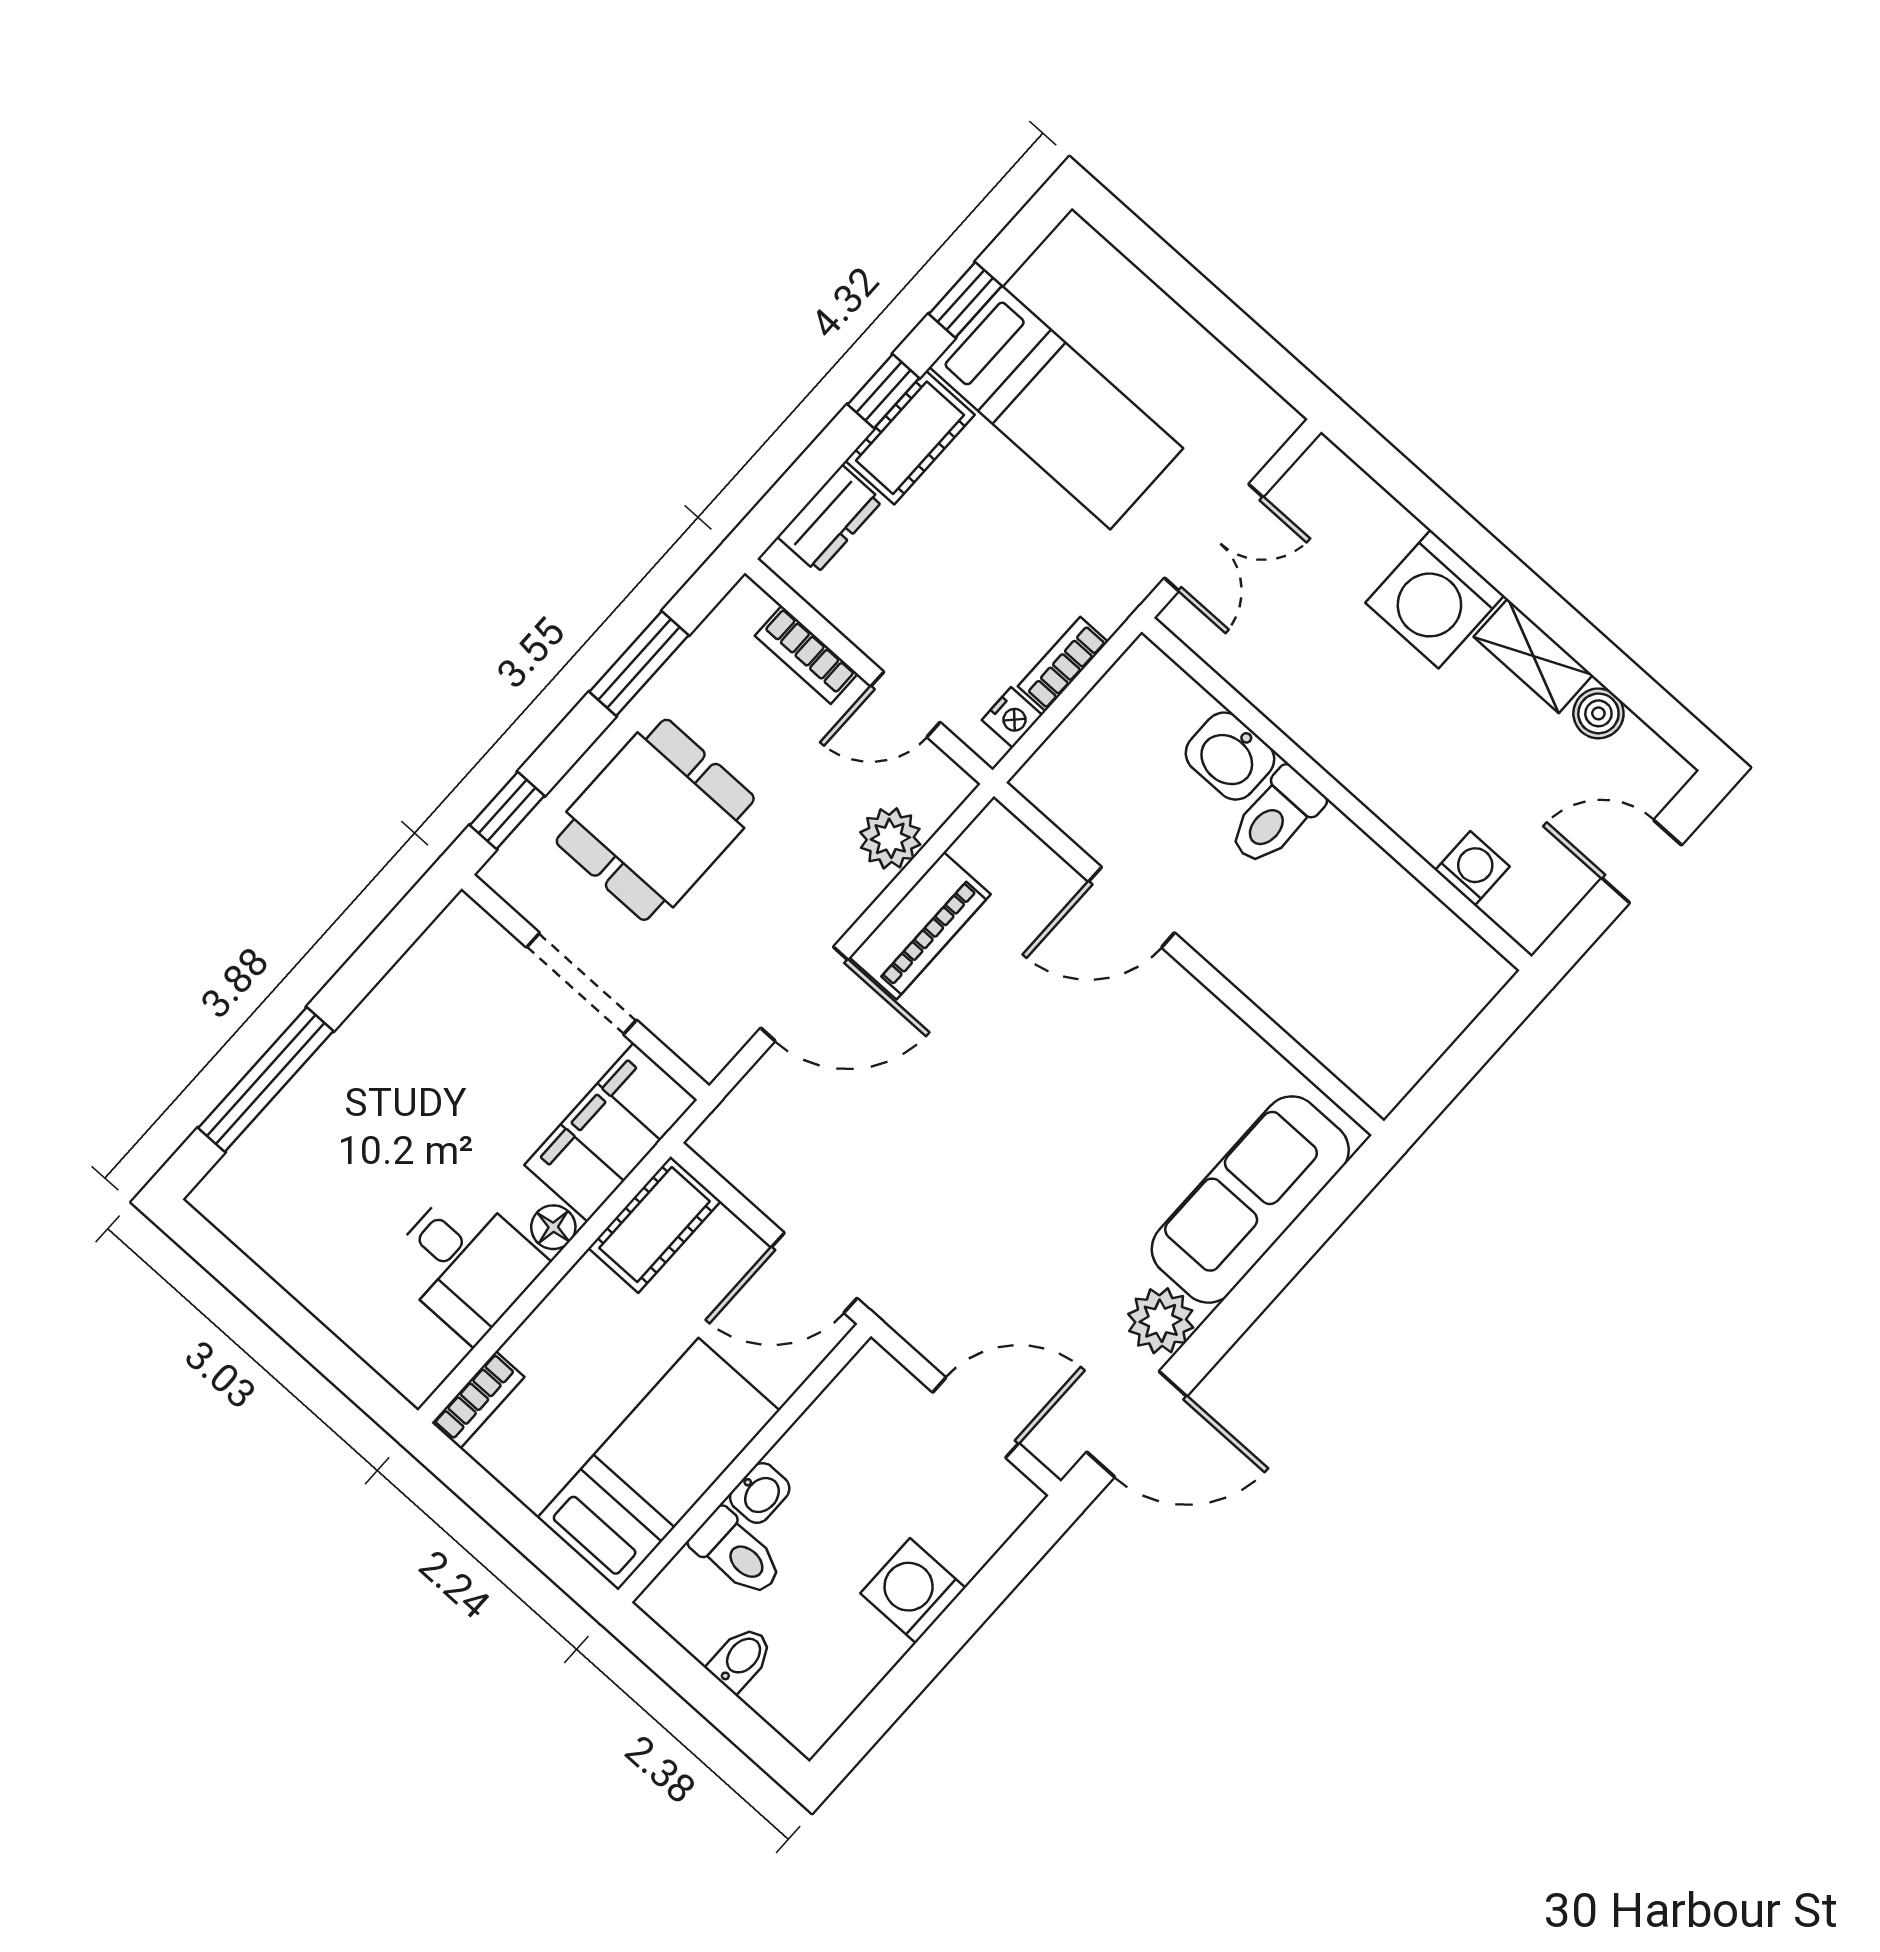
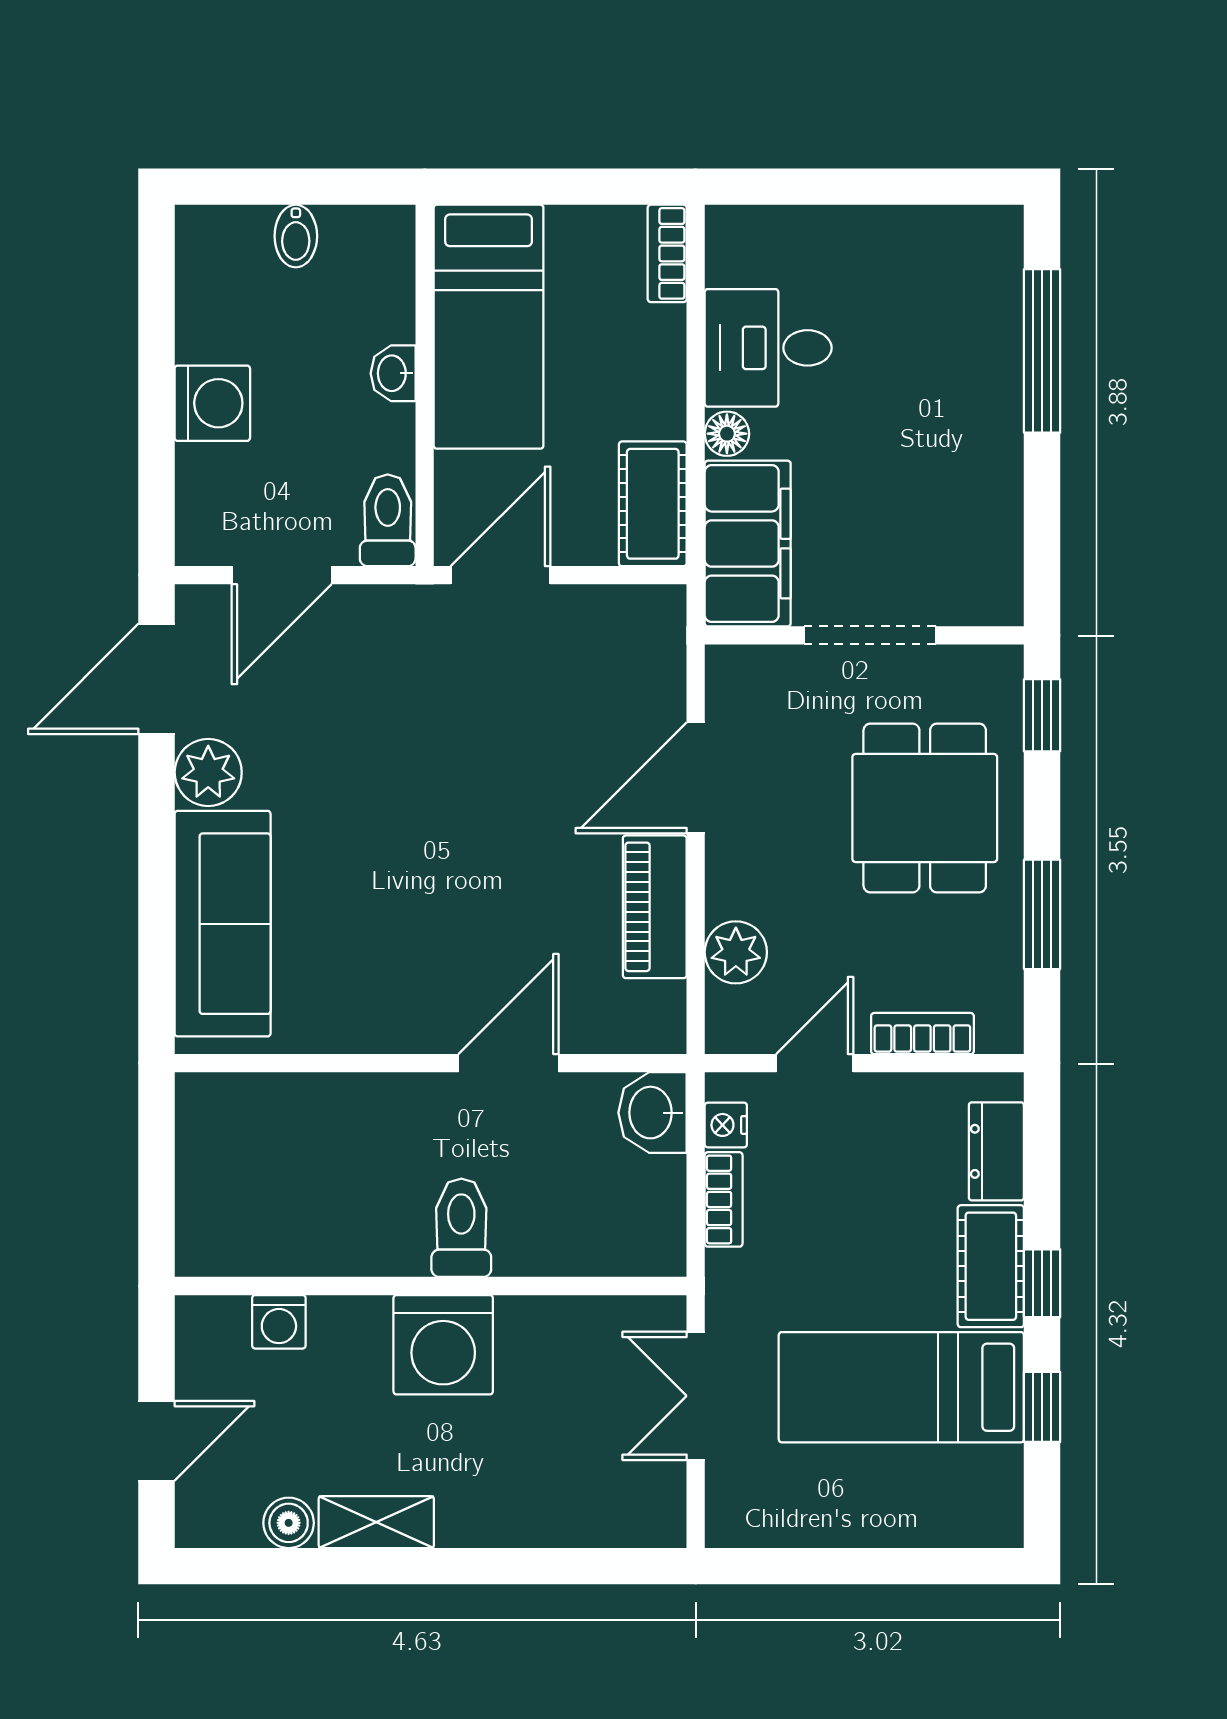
washing machine: (1435, 599) -> (443, 1345), moved, turned 180
washbasin: (1230, 756) -> (652, 1113), moved, turned -90
toilet: (737, 1553) -> (388, 520), moved, turned 90

